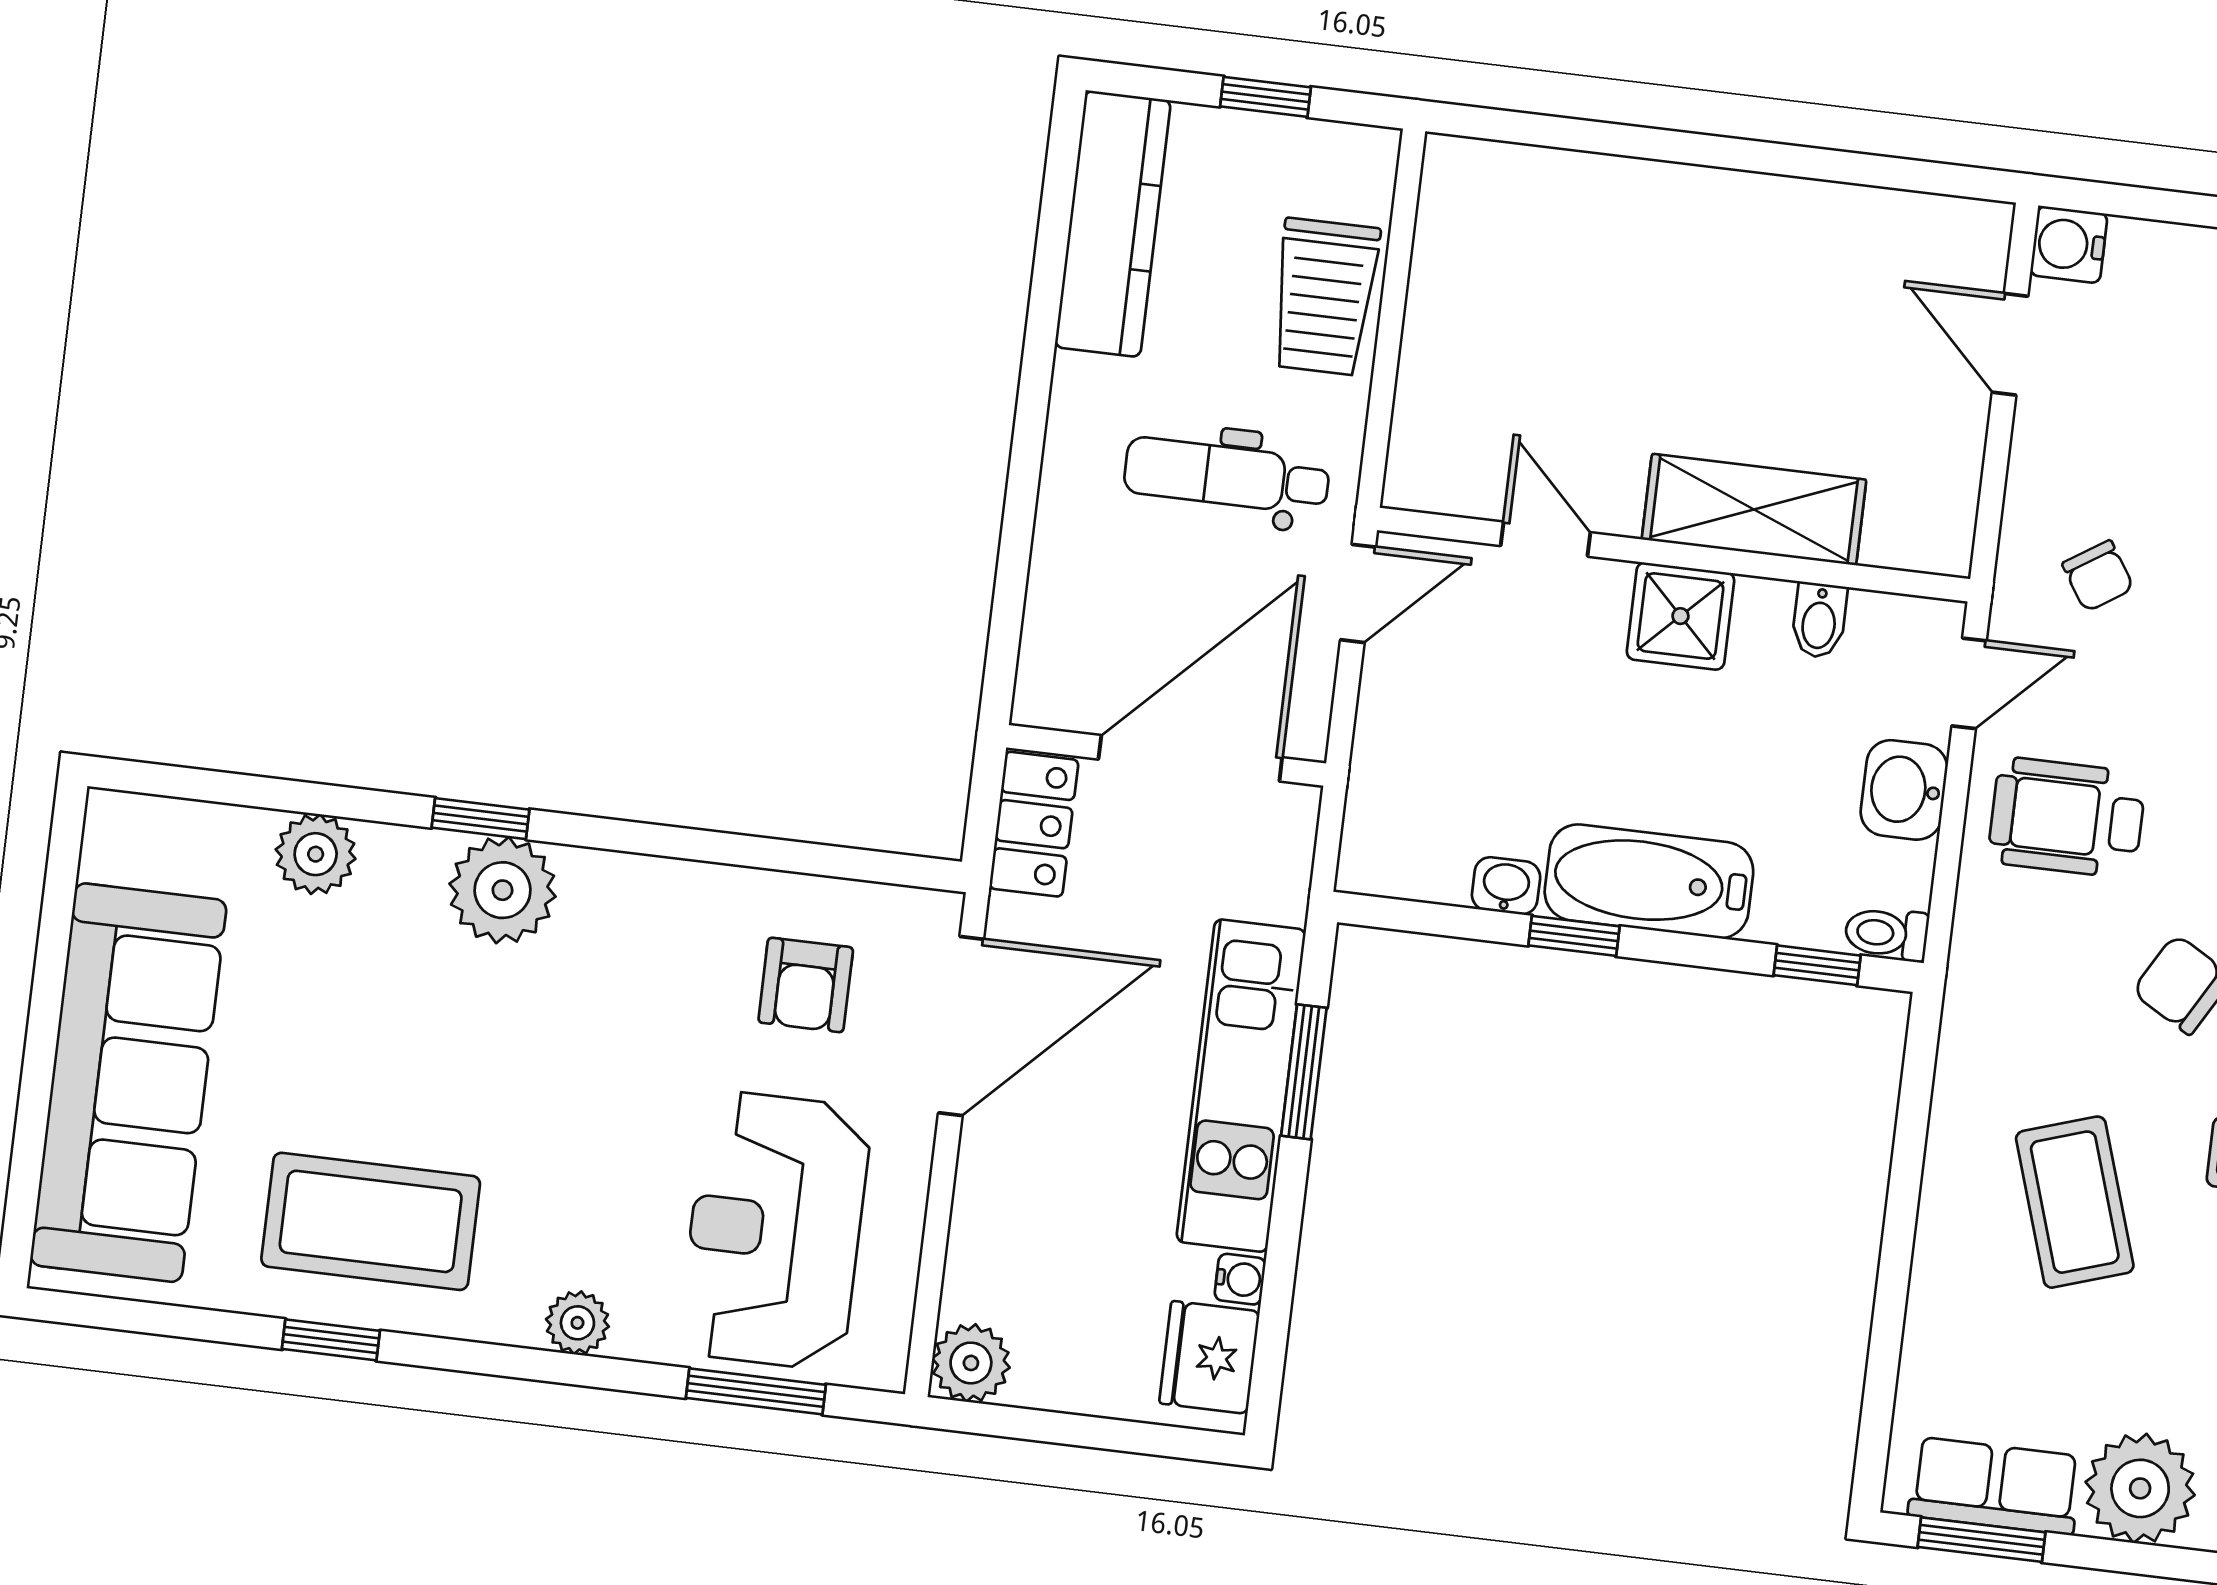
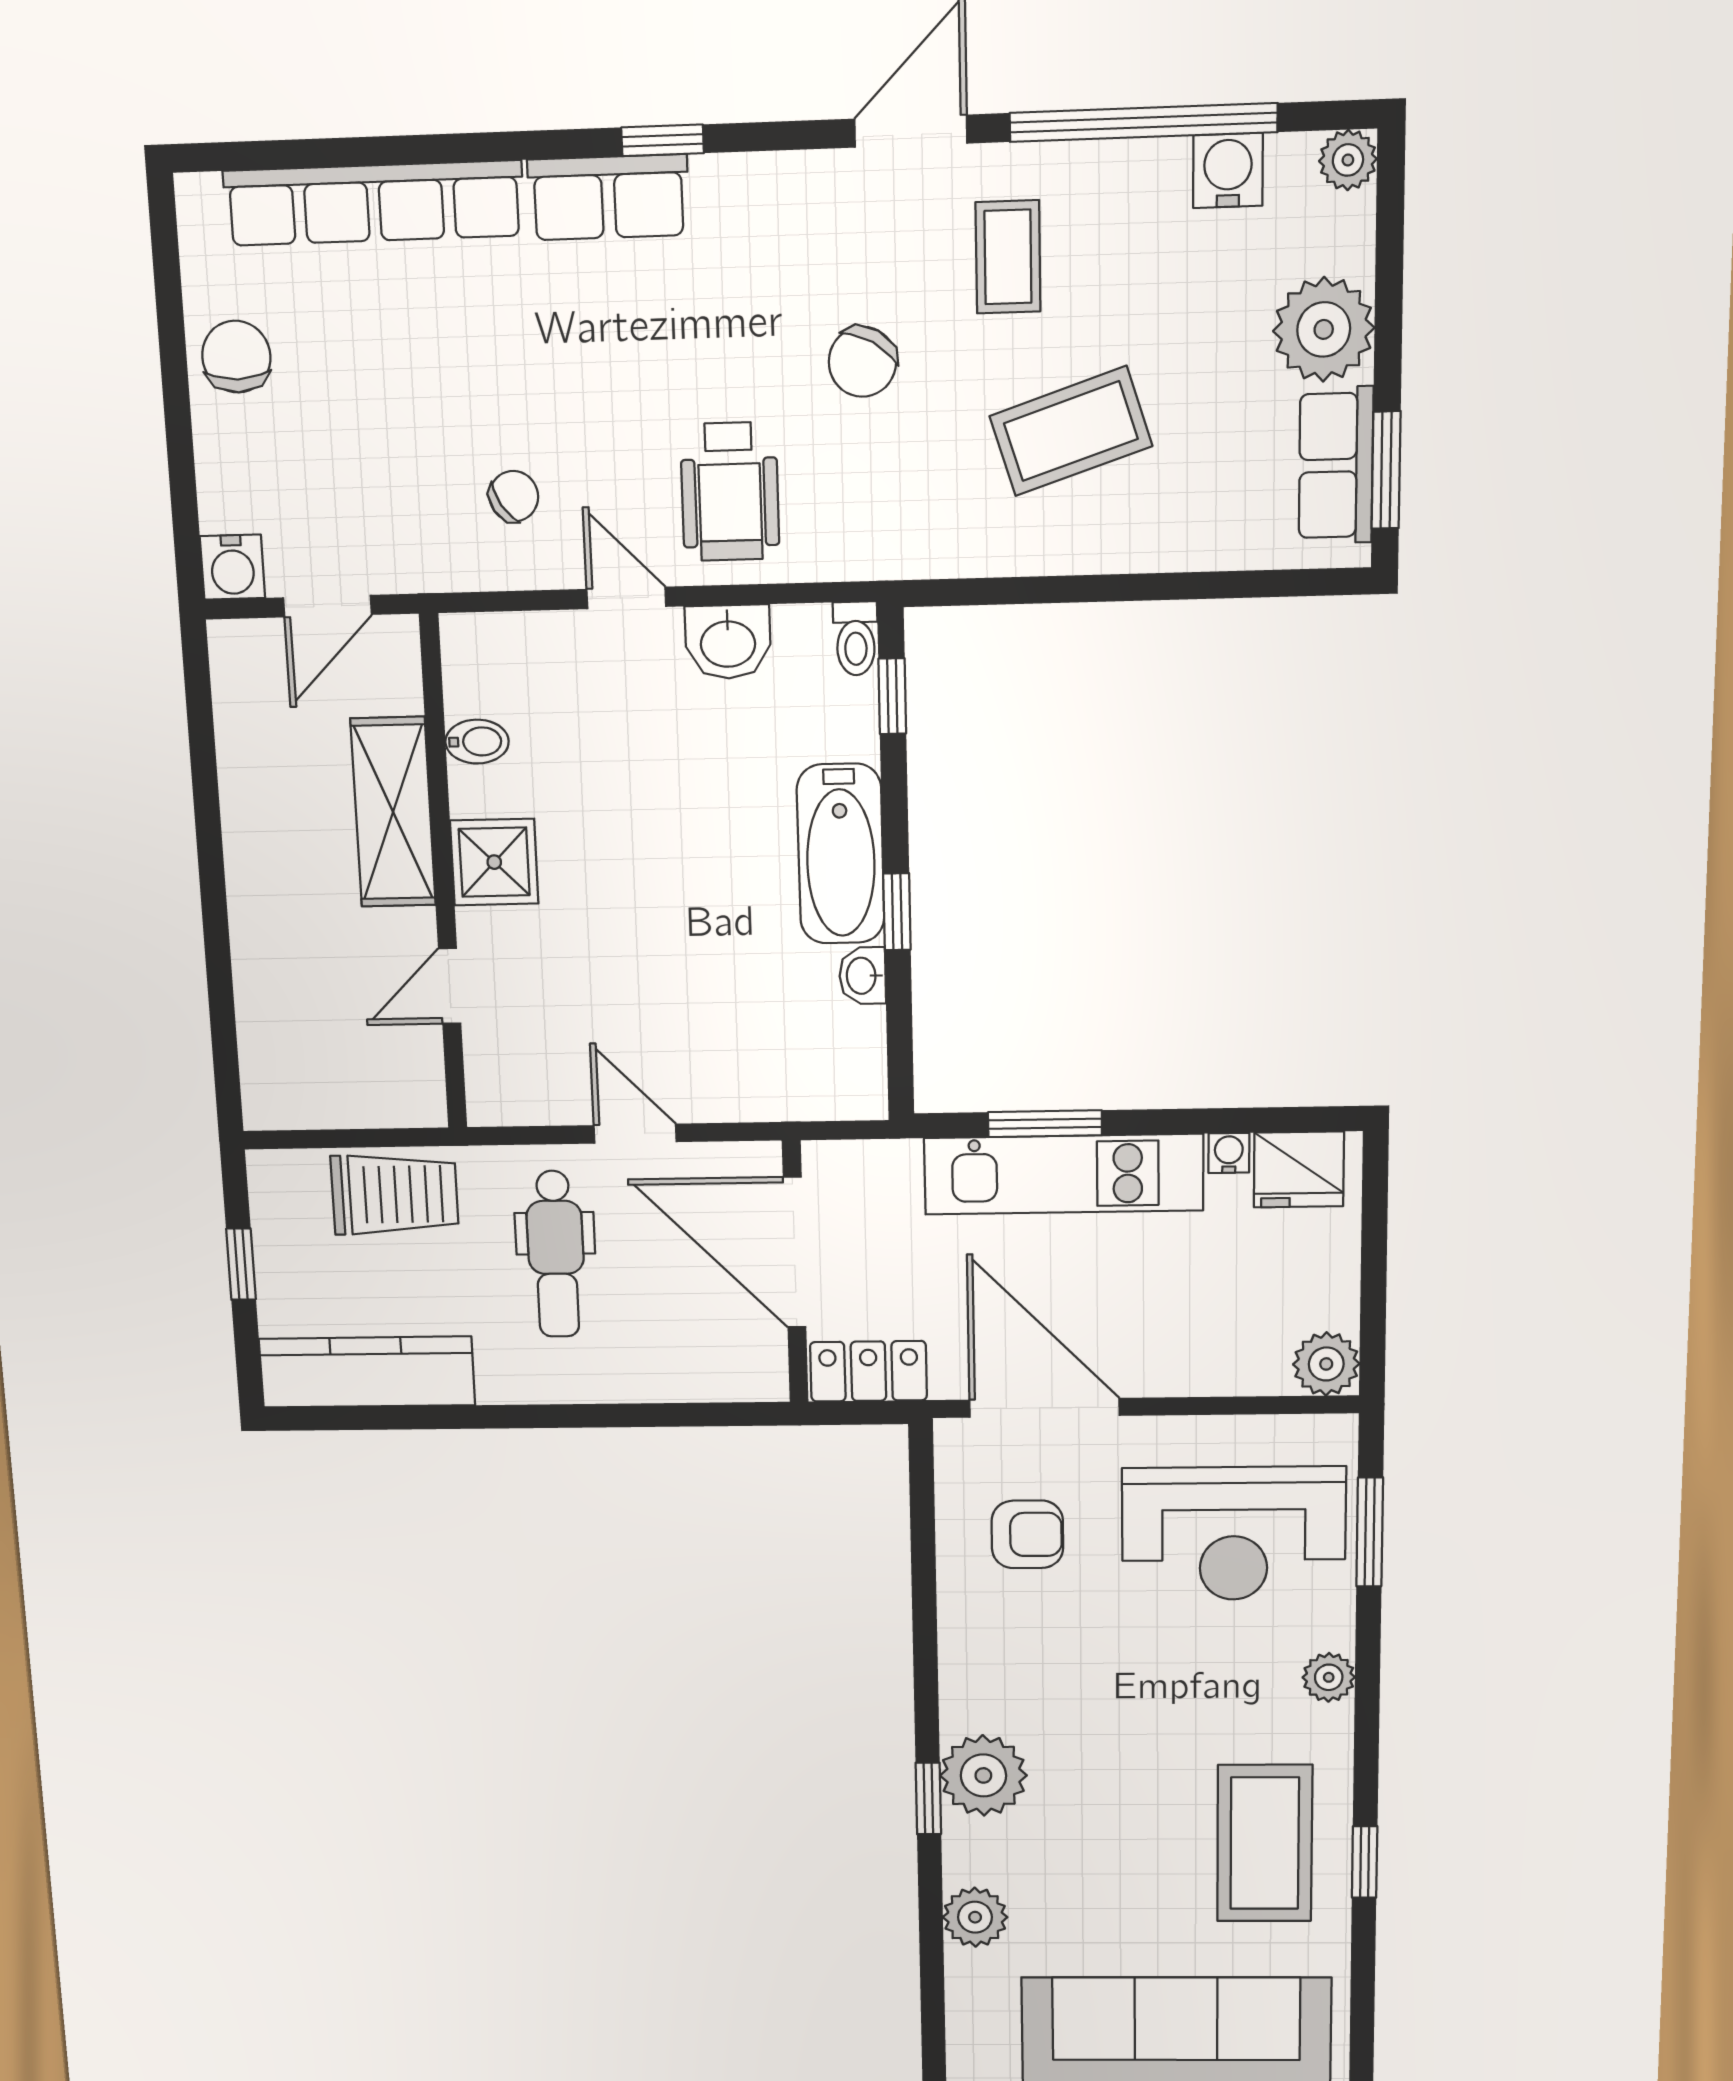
shelving: (1754, 510) -> (393, 812), moved
door: (1546, 539) -> (450, 986), moved
wall: (1674, 555) -> (443, 875), moved
shower: (1680, 616) -> (494, 862), moved
bidet: (1819, 620) -> (477, 742), moved

